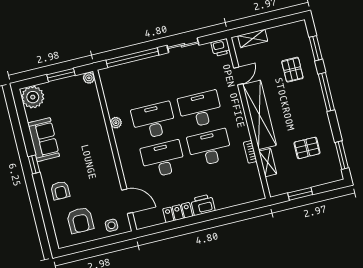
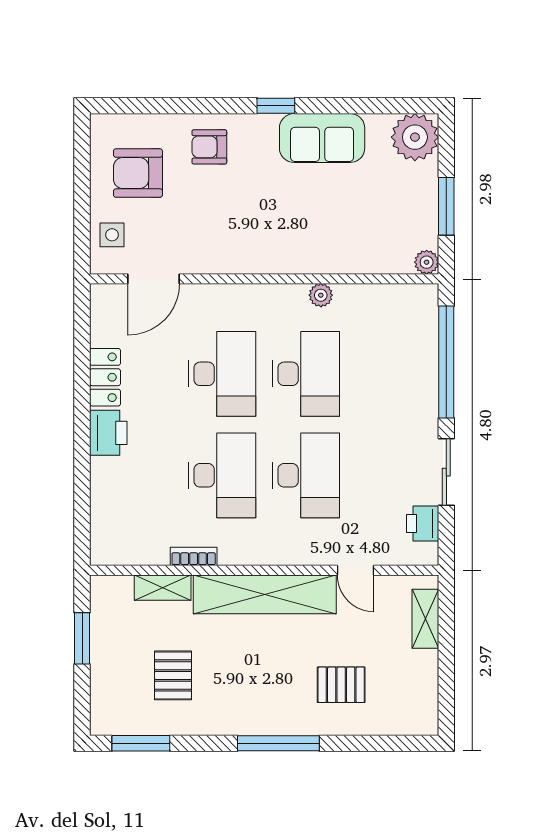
printer: (221, 48) -> (423, 523), moved
window: (316, 48) -> (374, 743), removed

